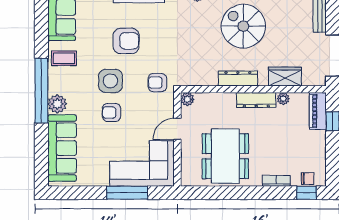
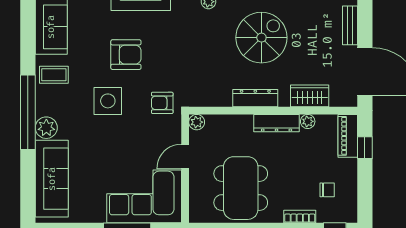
spiral stairs: (243, 26) -> (261, 38), turned 90
armchair: (111, 112) -> (109, 137), removed
chair: (308, 179) -> (327, 190), moved

